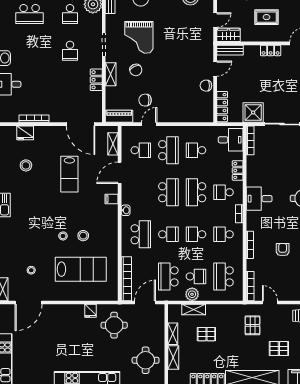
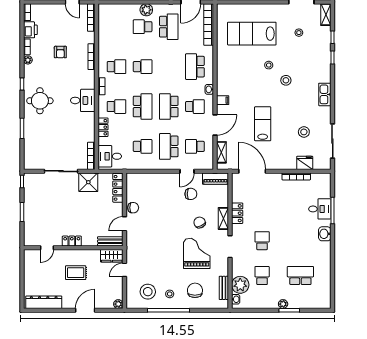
school desk: (168, 234) -> (195, 107), moved, turned 180
stool: (83, 236) -> (286, 80), moved
school desk: (224, 276) -> (116, 27), removed

